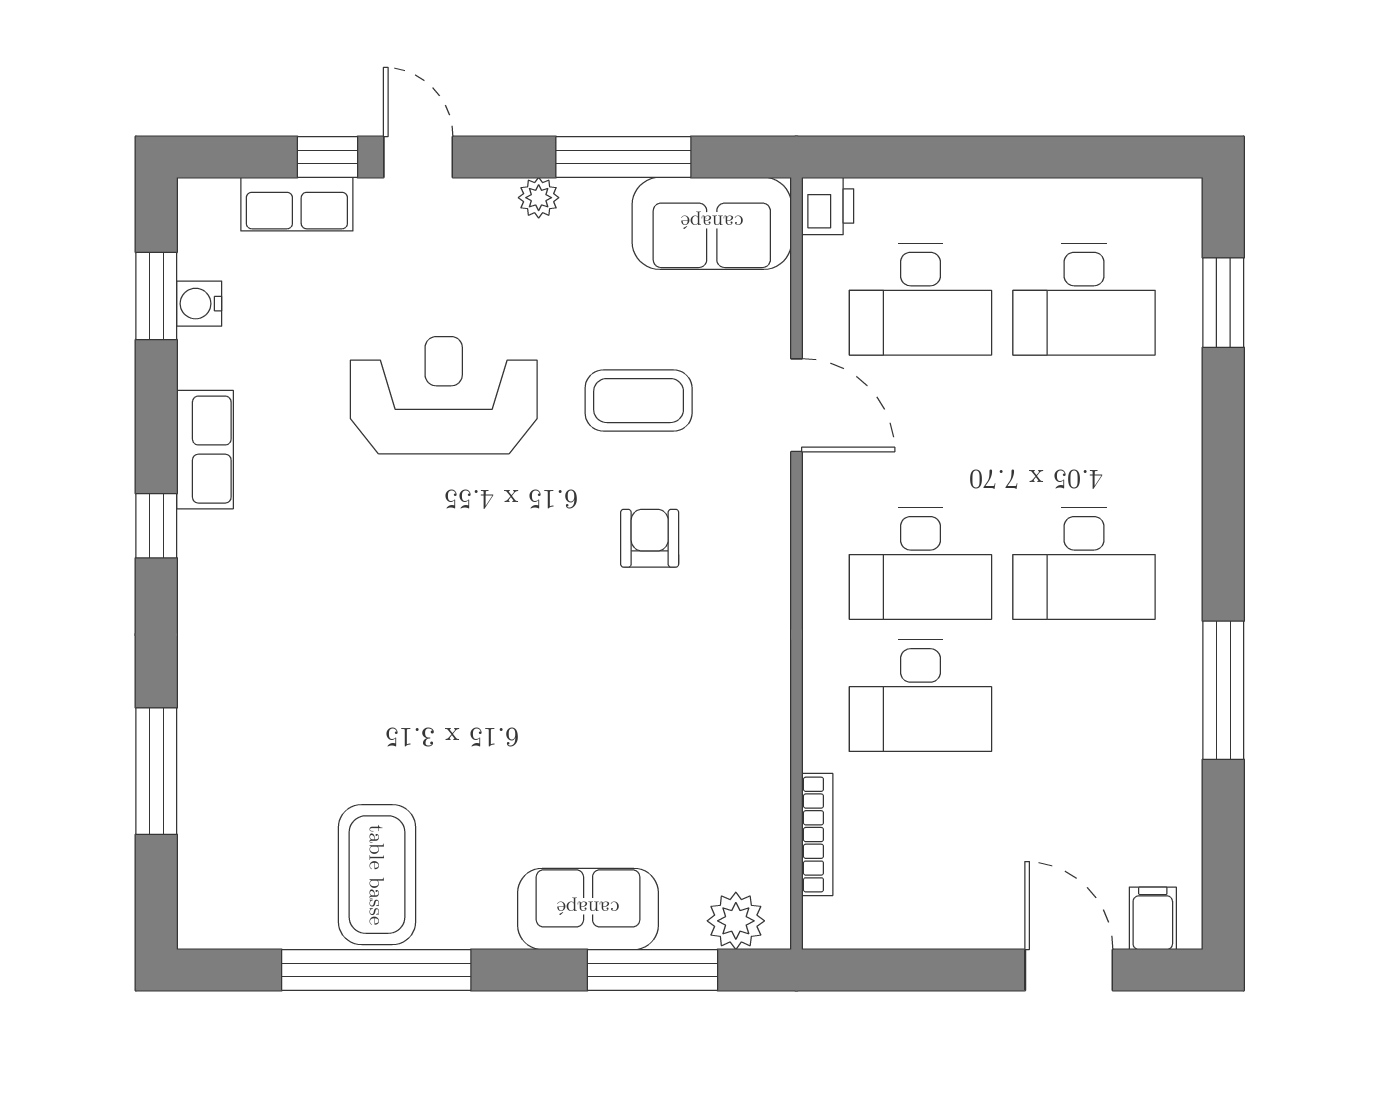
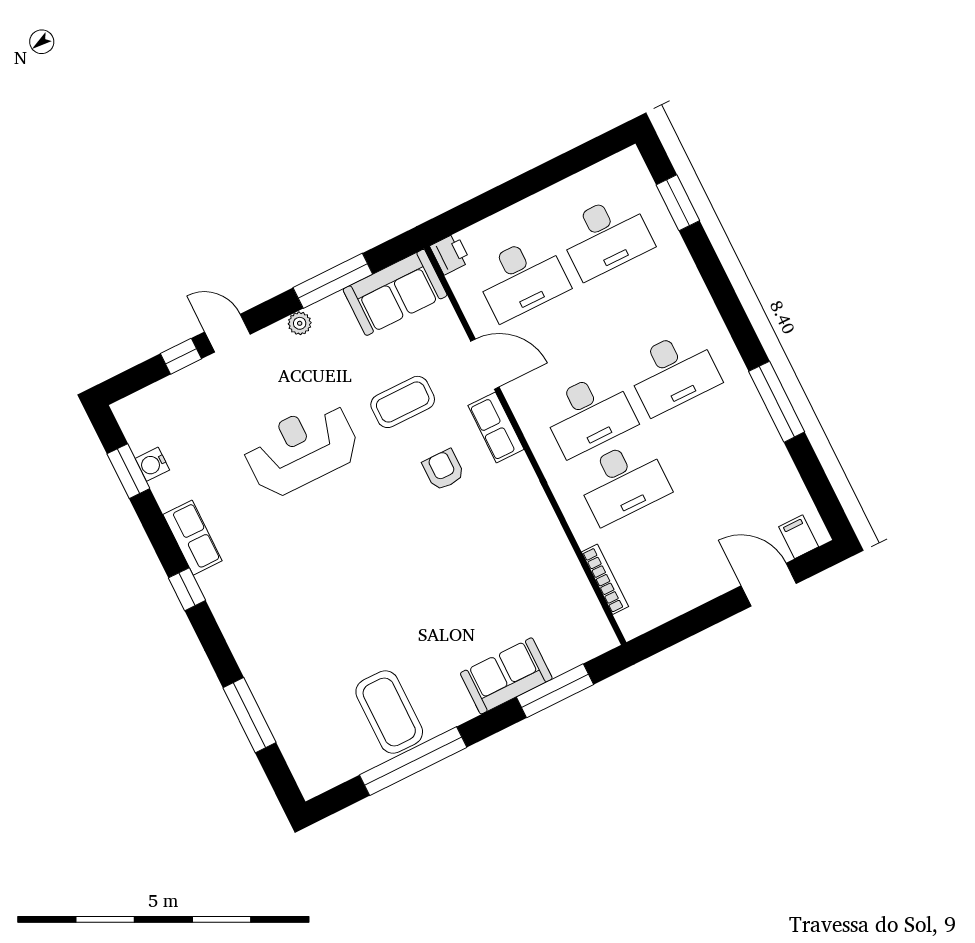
row of seats: (297, 204) -> (496, 427), moved, turned 90
plant: (736, 921) -> (585, 644), removed

